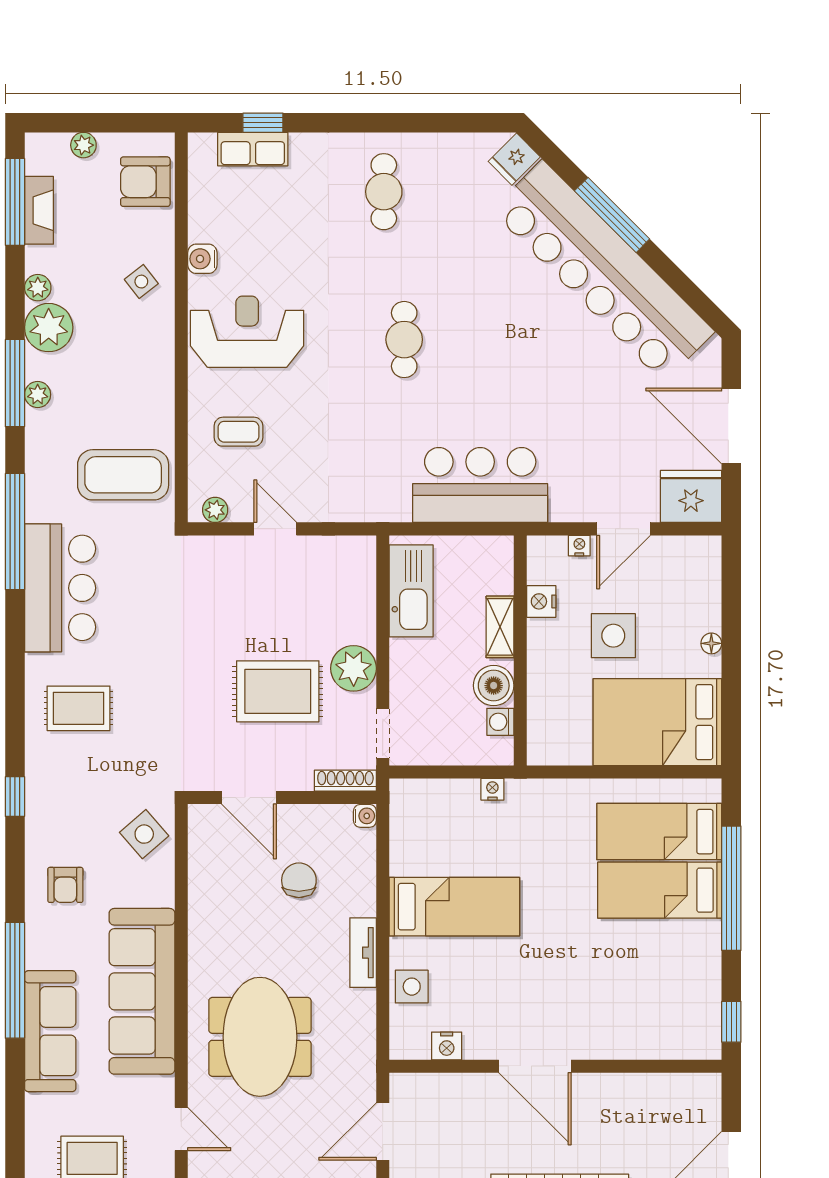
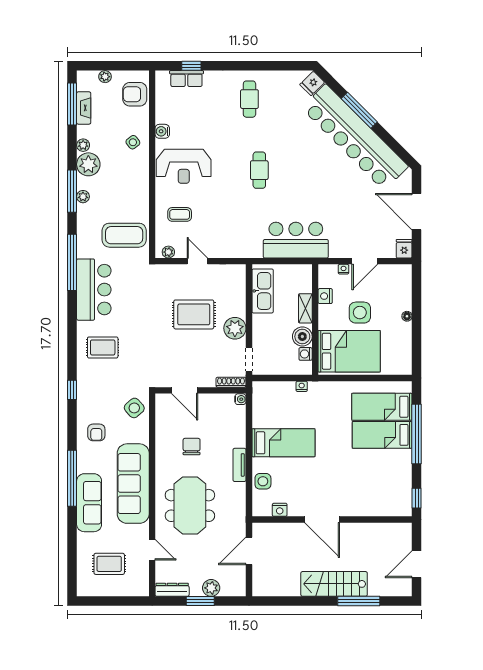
reception desk: (247, 332) -> (184, 166), turned 180
fridge: (691, 496) -> (404, 249), width x0.53, depth x0.75
rug: (278, 691) -> (194, 314), moved
bed: (657, 722) -> (349, 351), moved, turned 180
chair: (299, 880) -> (192, 447), moved

